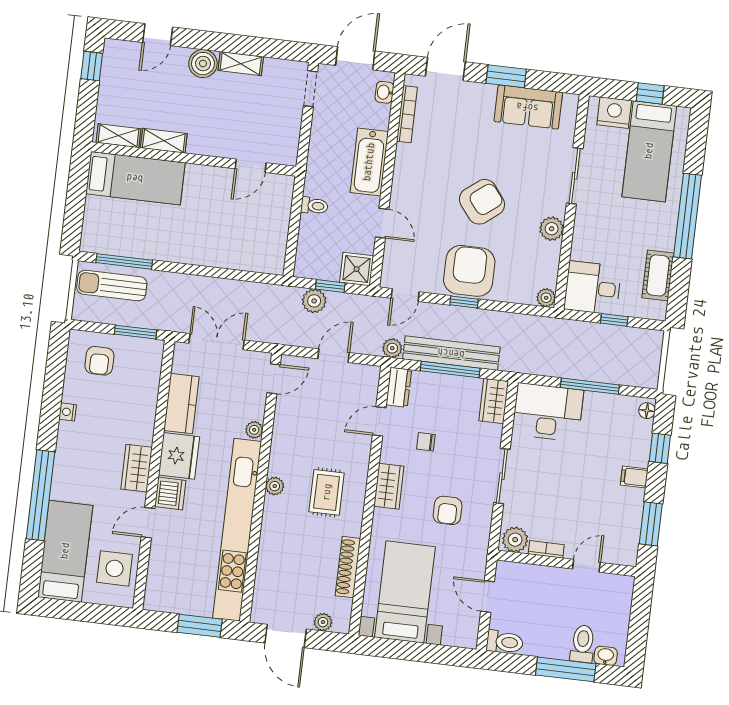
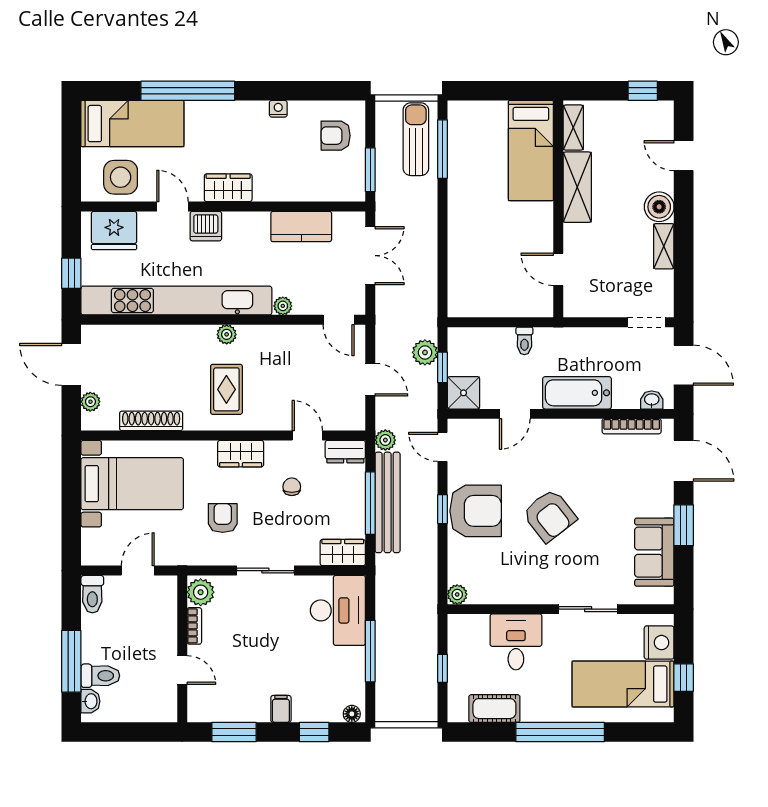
shelving: (164, 141) -> (577, 187), width x1.50, depth x1.33
plant: (552, 229) -> (530, 592), removed
desk: (593, 288) -> (516, 642), moved
fridge: (179, 456) -> (114, 231), moved
rug: (327, 492) -> (226, 389), turned 90
armchair: (448, 510) -> (223, 518), turned 90
window: (200, 626) -> (71, 273), width x0.67
door: (286, 636) -> (71, 364), hinge flipped

